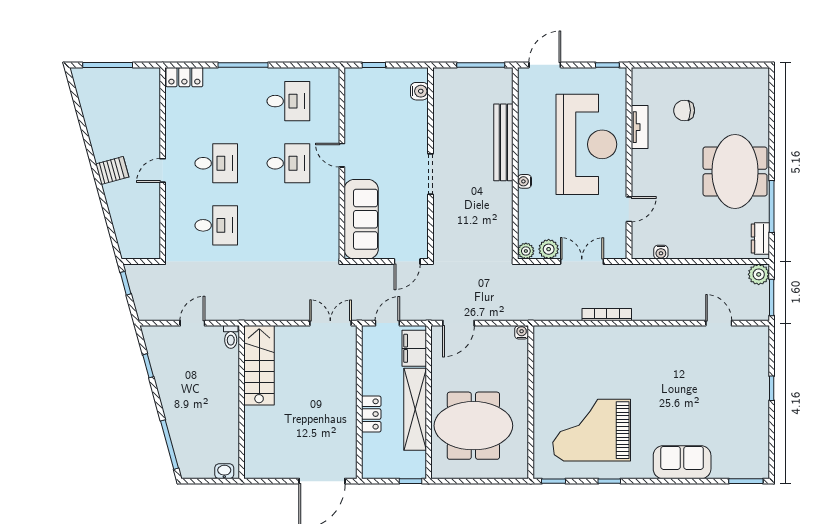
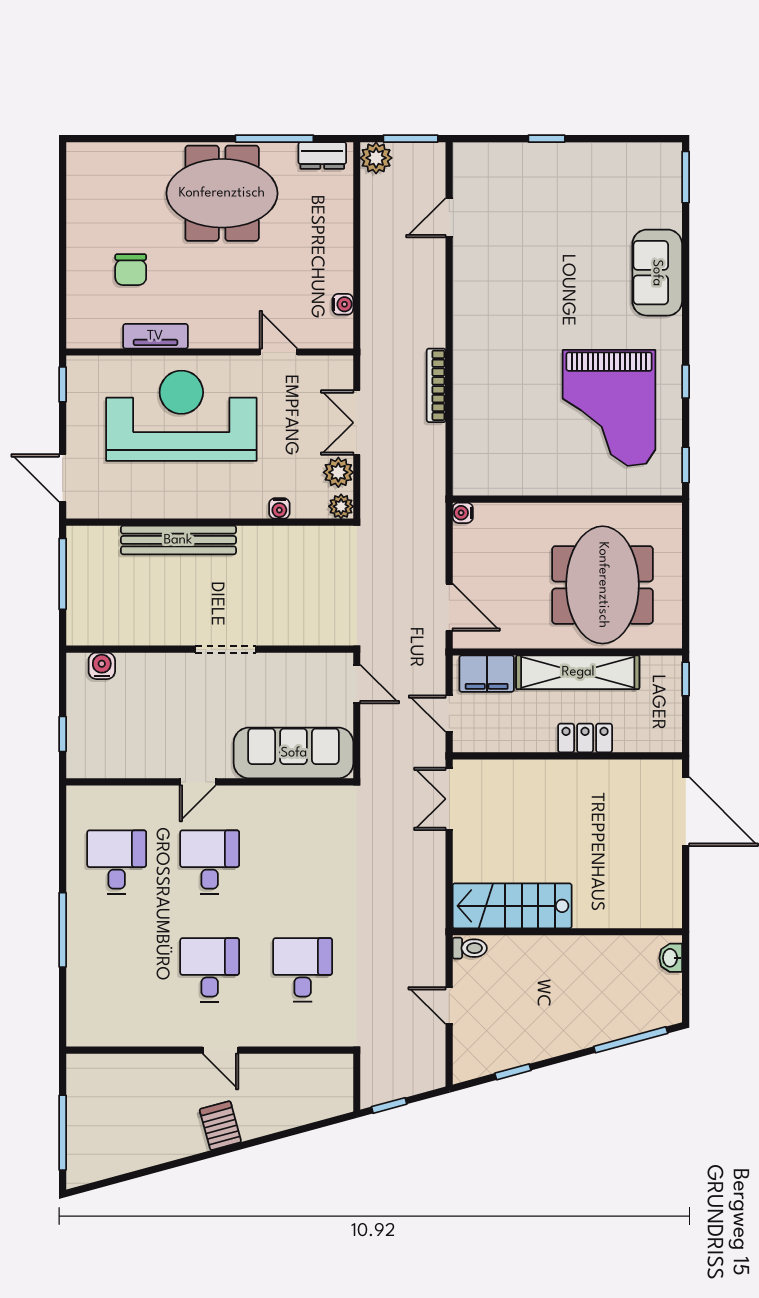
locker: (184, 77) -> (81, 1018), removed
water cooler: (525, 181) -> (279, 508), moved

